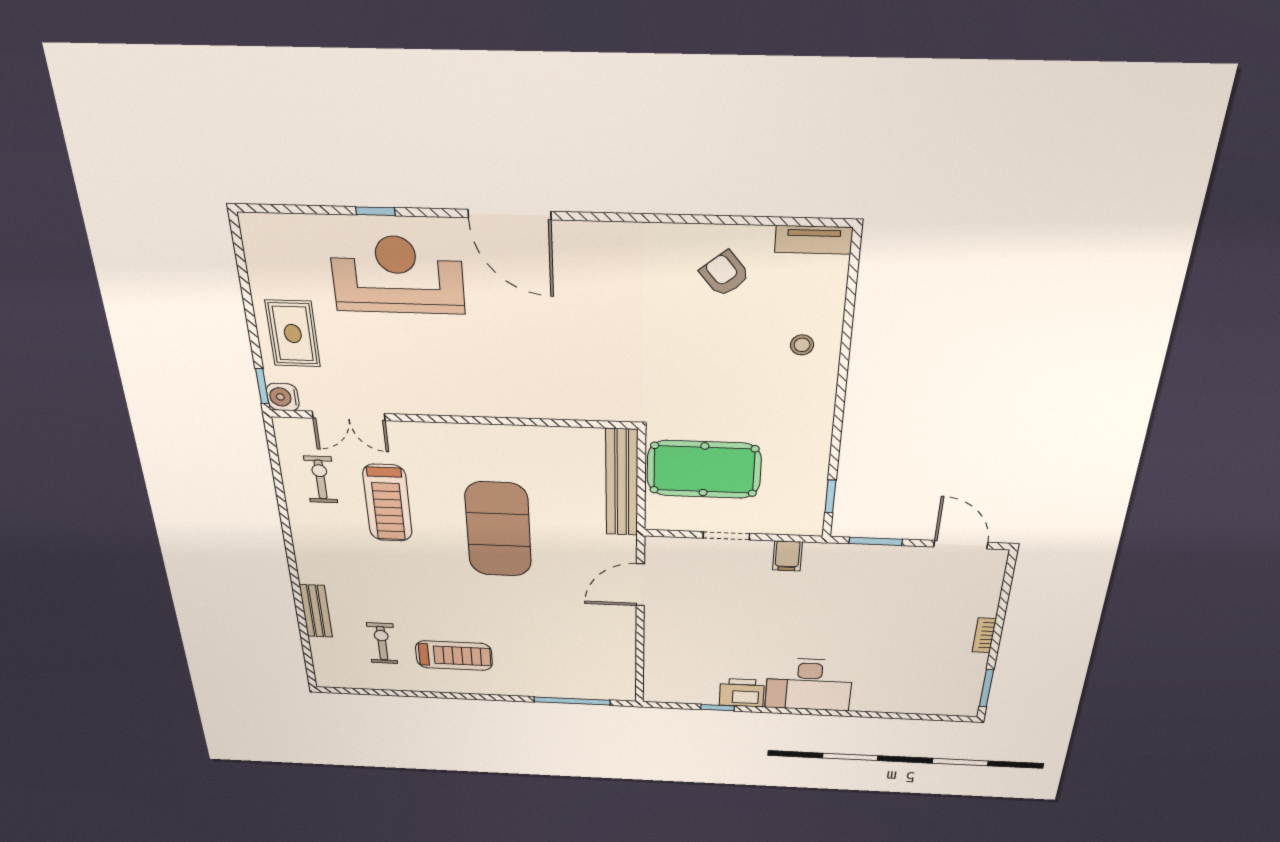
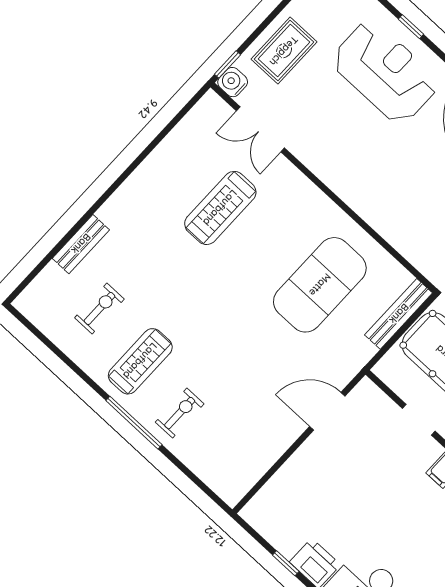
exercise bike: (321, 480) -> (180, 413), moved
bench: (622, 483) -> (399, 314), width x0.73, depth x0.82
exercise mat: (498, 530) -> (320, 285), moved
treadmill: (454, 656) -> (140, 361), turned -90
window: (572, 701) -> (134, 423), moved

